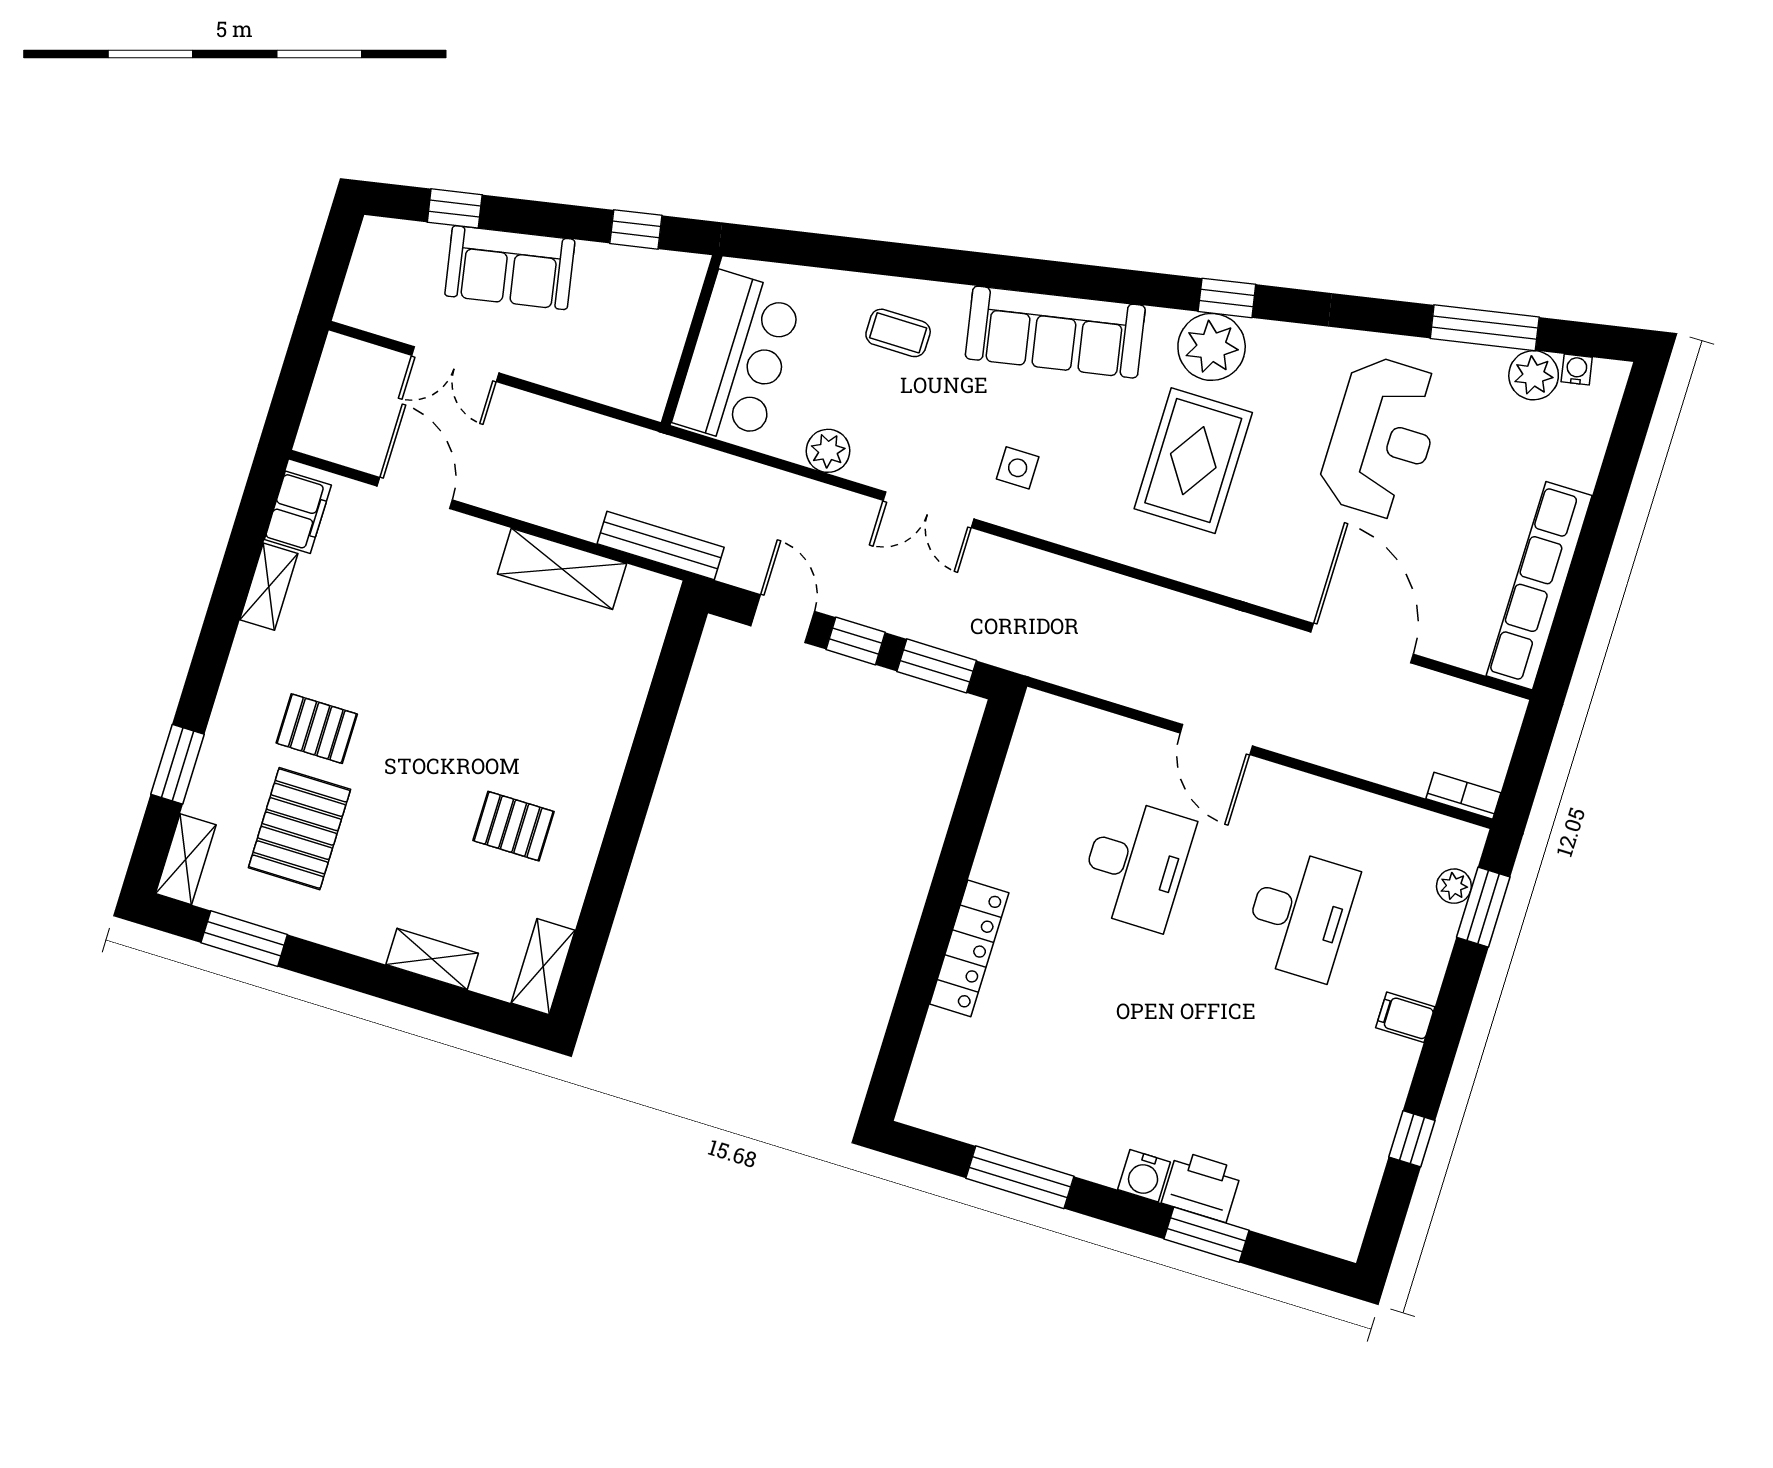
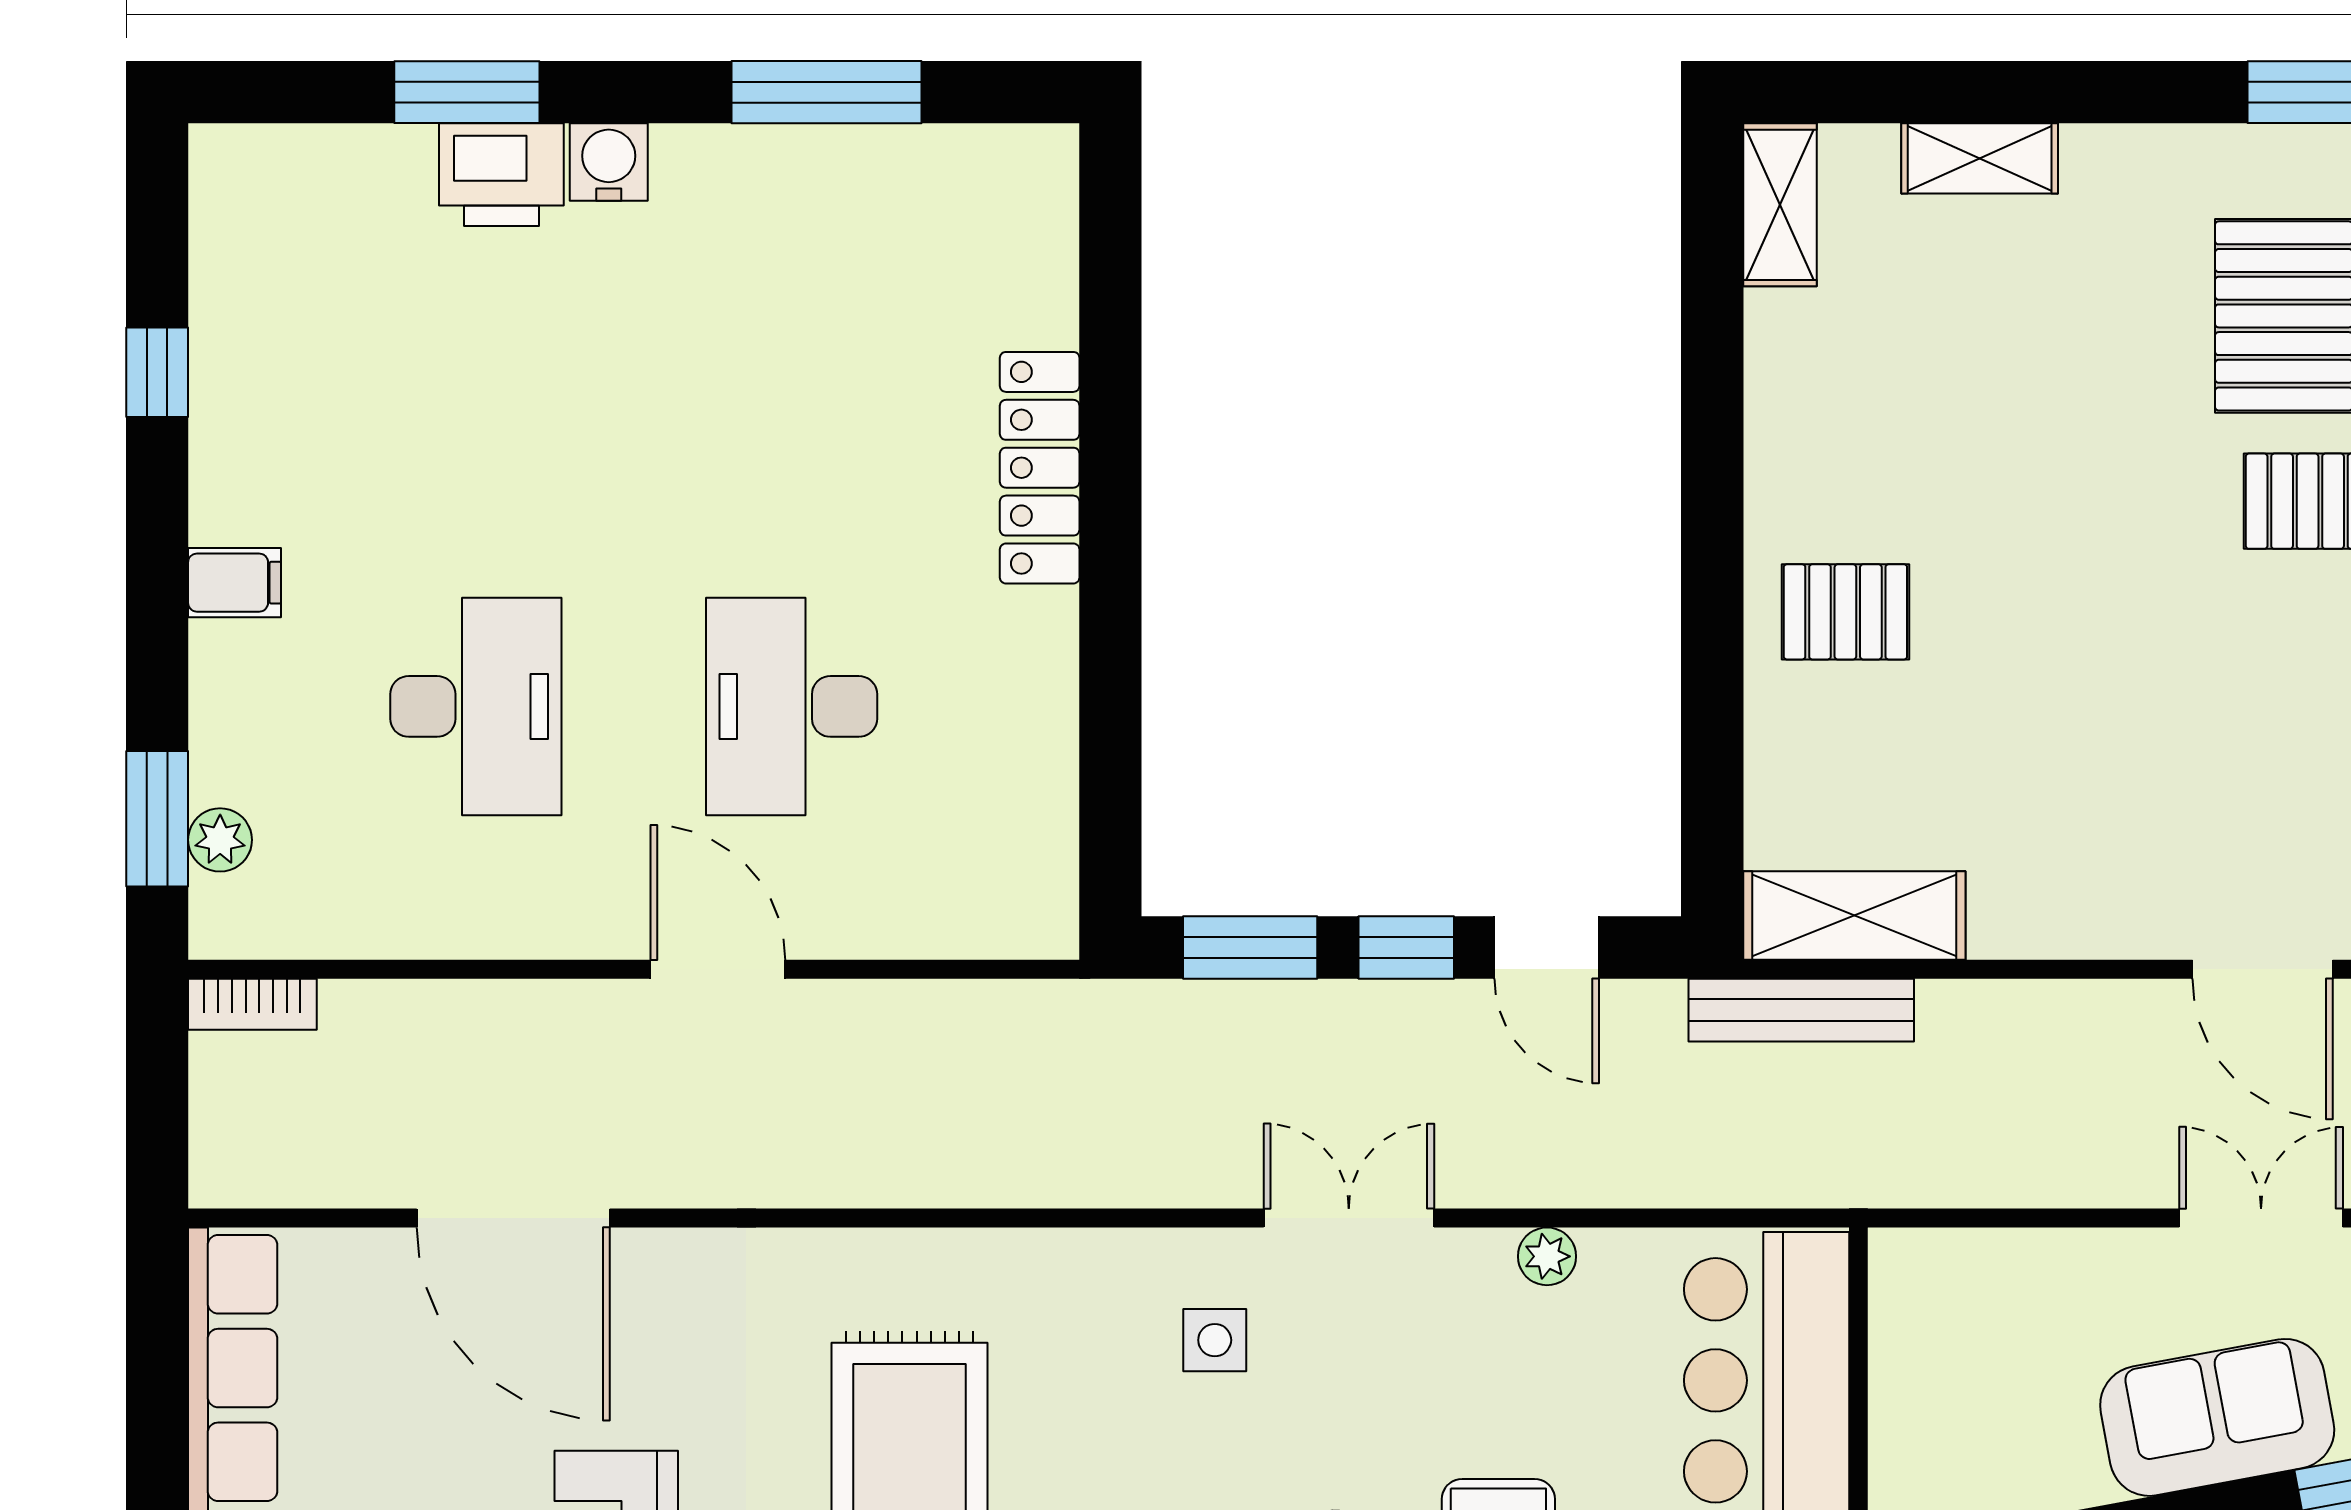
plant: (828, 451) -> (1547, 1256), width x0.73, depth x0.73
shelving: (562, 569) -> (1854, 915), moved
pallet: (514, 826) -> (1845, 612), moved
desk: (1300, 915) -> (476, 706), turned 180

